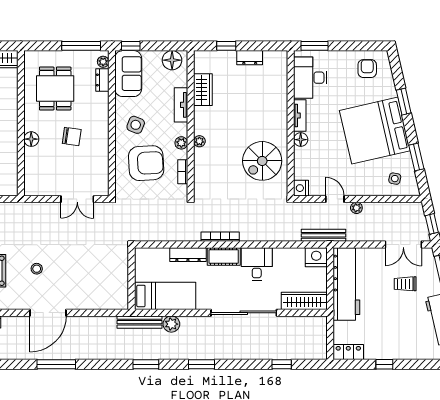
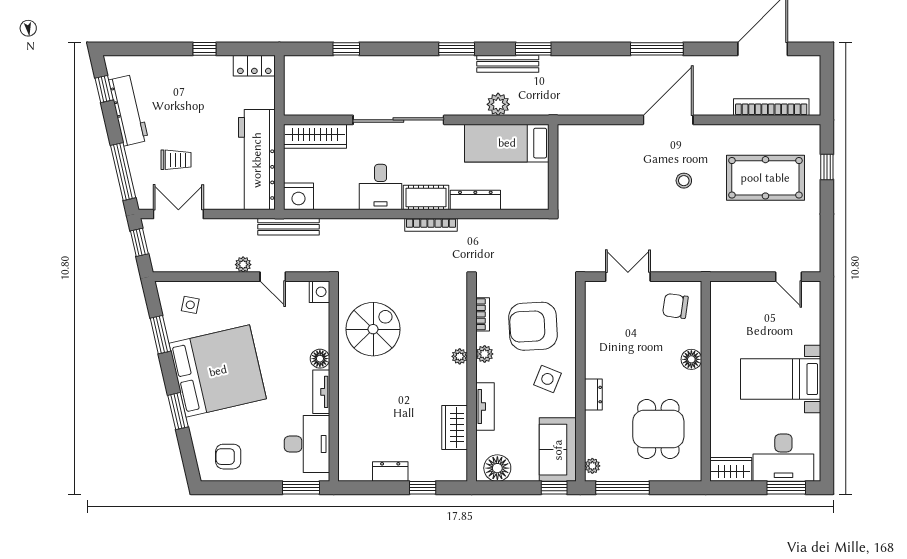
armchair: (367, 69) -> (228, 457), turned 90
dresser: (102, 80) -> (593, 395), moved
chair: (72, 137) -> (675, 306), moved
bench: (140, 322) -> (508, 64), moved

